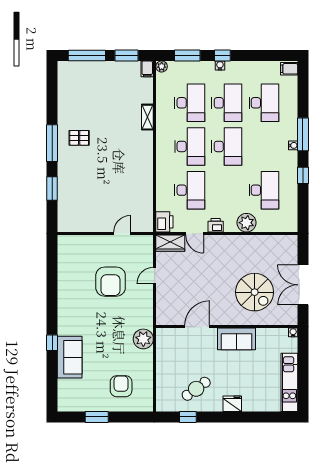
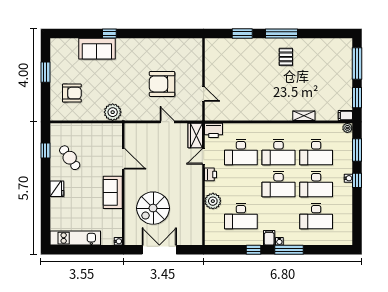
filing cabinet: (289, 69) -> (269, 238), moved

